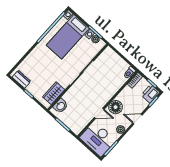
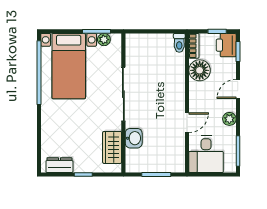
washbasin: (61, 106) -> (134, 138), moved
floor lamp: (116, 107) -> (200, 70), moved
desk: (98, 139) -> (206, 154), width x0.73

